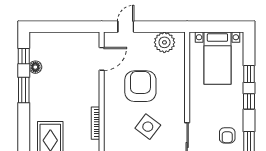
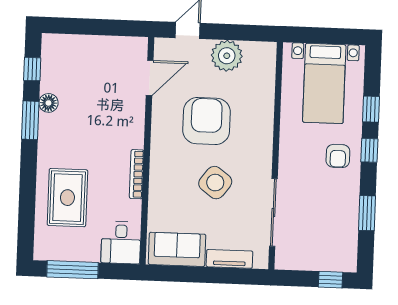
plant: (164, 42) -> (227, 56), moved
floor lamp: (35, 67) -> (48, 103), moved
armchair: (227, 135) -> (338, 156), moved

